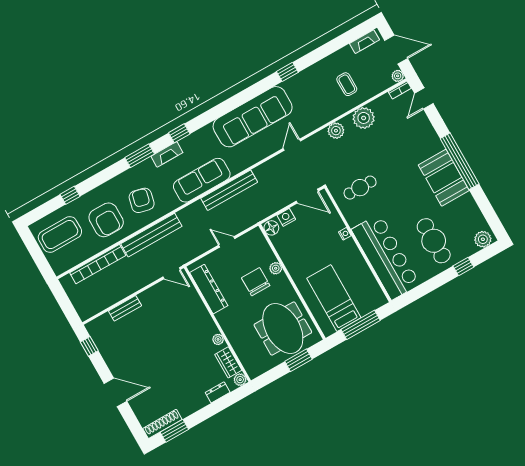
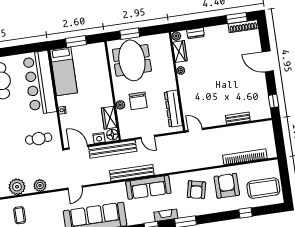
bench: (151, 235) -> (113, 149), moved
wardrobe: (283, 247) -> (109, 118), added
bed: (334, 298) -> (64, 71), moved
window: (361, 325) -> (76, 42), width x0.69

